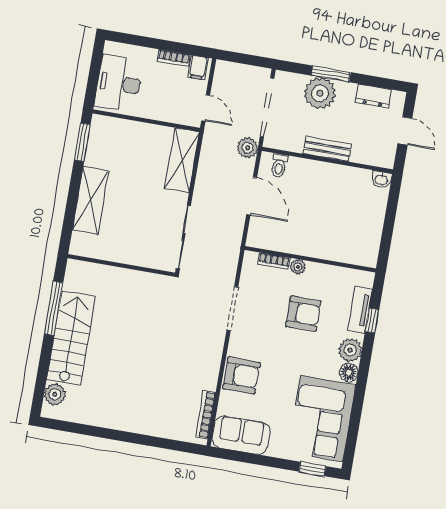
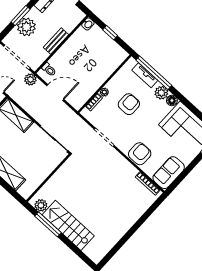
window: (390, 220) -> (110, 33), added
window: (372, 320) -> (154, 73), width x3.17
plant: (55, 394) -> (41, 205), moved

